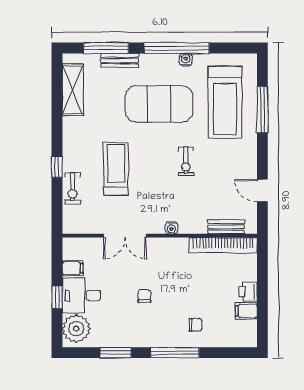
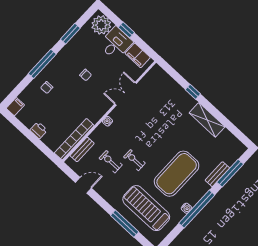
shelving: (73, 90) -> (207, 120), moved
treadmill: (116, 169) -> (164, 121), removed
exercise bike: (73, 188) -> (111, 162), moved
filing cabinet: (73, 268) -> (138, 55), width x2.00
filing cabinet: (246, 311) -> (15, 107), moved

